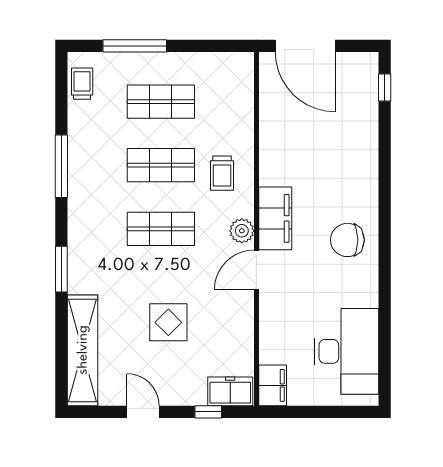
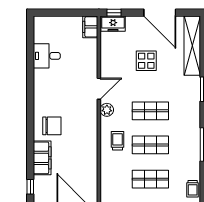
filing cabinet: (275, 218) -> (42, 158), moved, turned 180
chair: (347, 240) -> (52, 126), moved
desk: (346, 351) -> (47, 56), width x0.53, depth x0.77
door: (143, 412) -> (160, 13), width x1.87
window: (208, 412) -> (114, 13), moved

